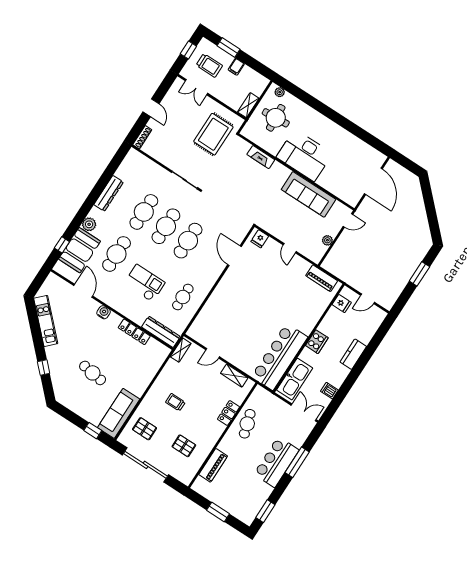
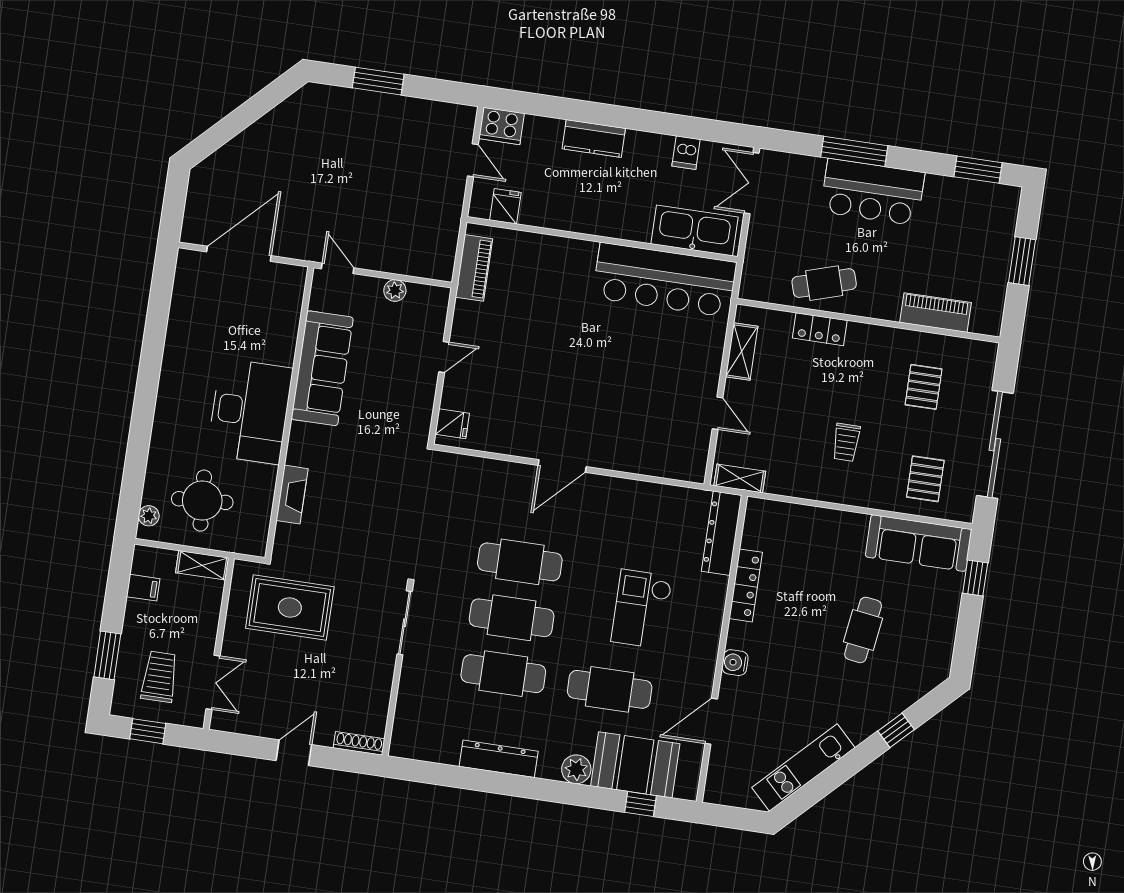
filing cabinet: (236, 67) -> (143, 588), moved
door: (234, 256) -> (562, 466), moved
cafe table: (183, 297) -> (634, 522), removed
cooker: (317, 342) -> (501, 126), moved, turned 180

